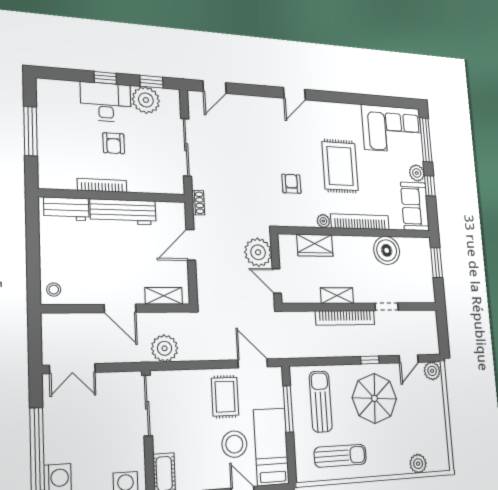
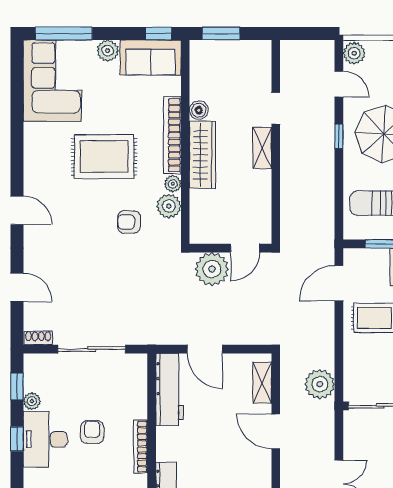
door: (215, 87) -> (17, 287), moved
plant: (146, 100) -> (32, 401), width x0.53, depth x0.53
armchair: (114, 143) -> (92, 432), turned -90
window: (430, 186) -> (159, 34), moved
shoe rack: (198, 203) -> (38, 338), moved
workbench: (123, 212) -> (169, 389), moved
plant: (306, 217) -> (169, 206), added
wardrobe: (315, 245) -> (202, 155), moved, width x1.50
boiler: (387, 250) -> (199, 110), width x0.54, depth x0.54
shelving: (337, 296) -> (262, 148), moved
door: (120, 308) -> (276, 431), swing flipped
bookcase: (345, 318) -> (289, 164), removed

